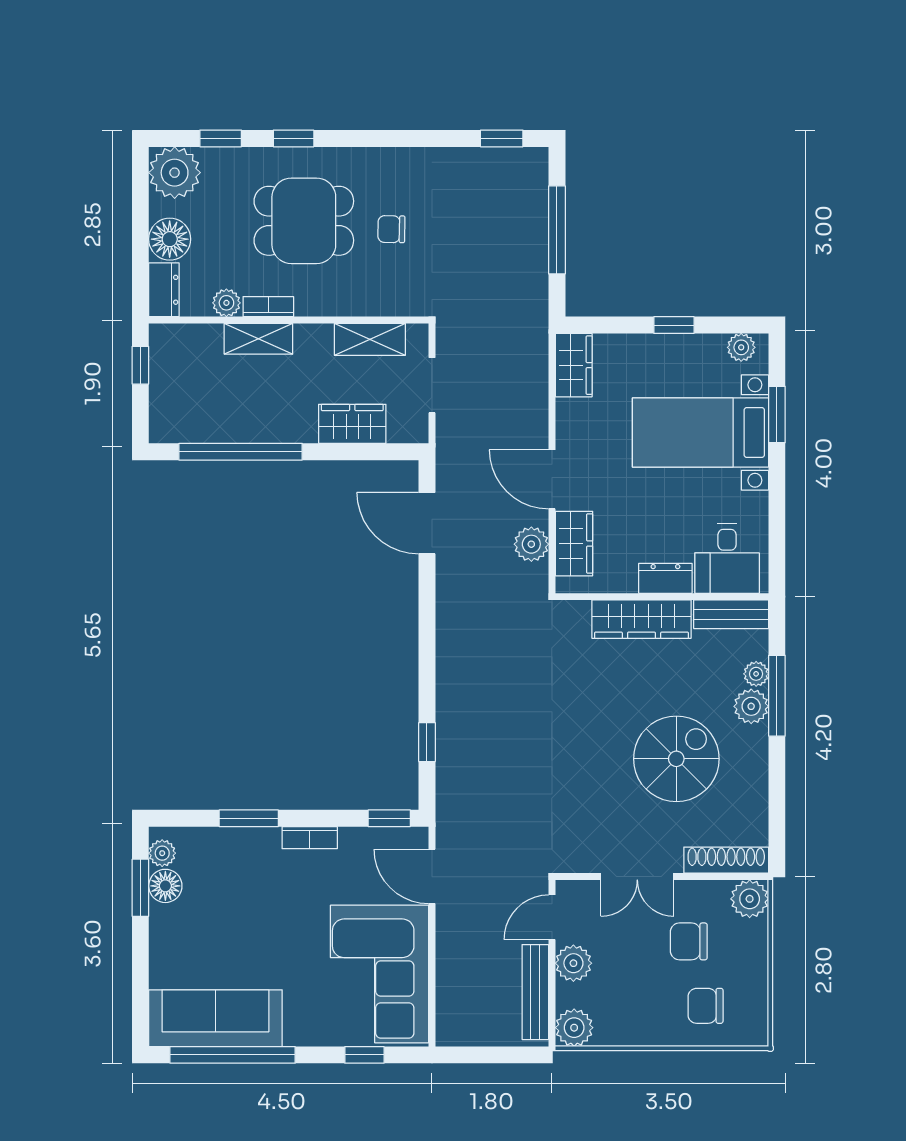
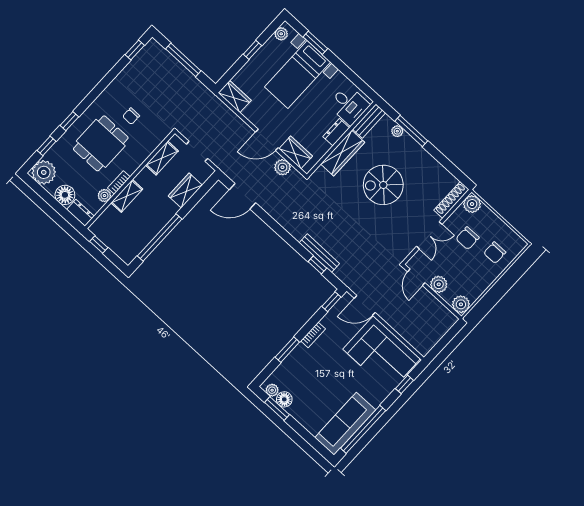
plant: (751, 706) -> (407, 143), removed
spiral stairs: (676, 759) -> (383, 185), moved, turned -90
bench: (535, 992) -> (319, 253), moved

